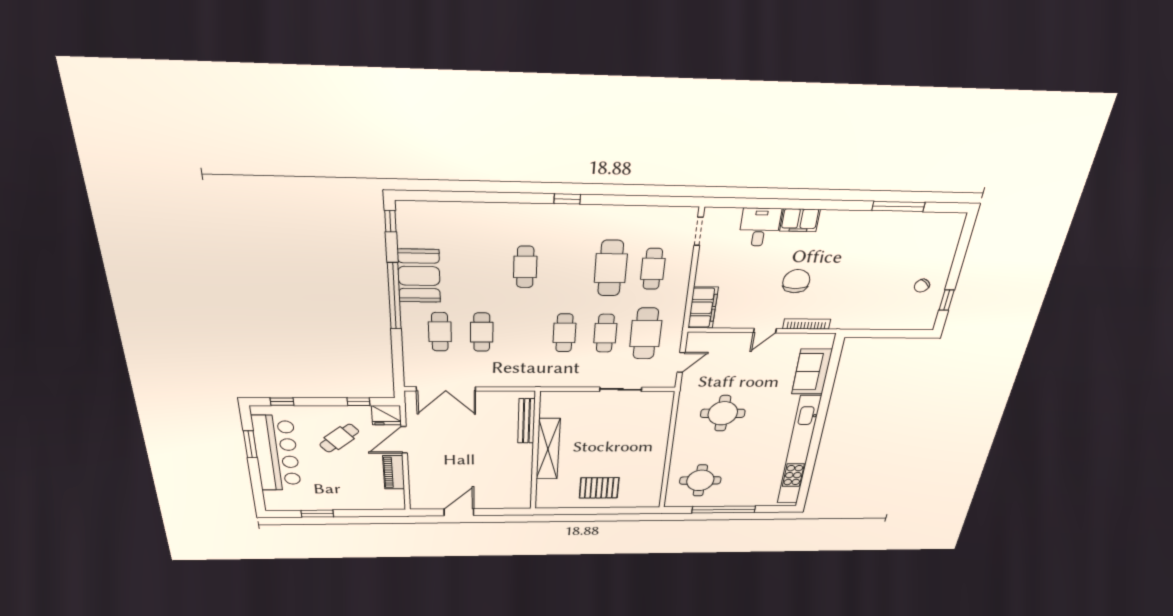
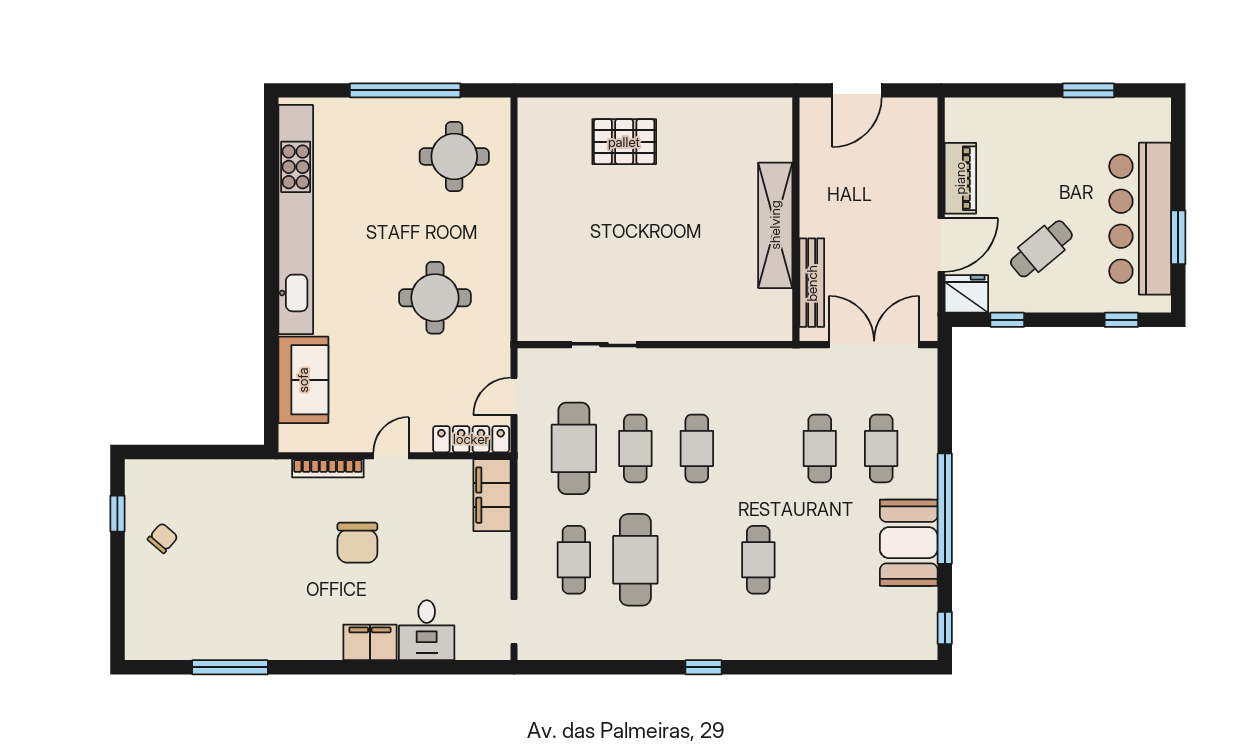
locker: (712, 339) -> (471, 439), added
bench: (526, 421) -> (812, 283), moved
shelving: (548, 449) -> (775, 225), moved
wall: (535, 452) -> (796, 219), moved

